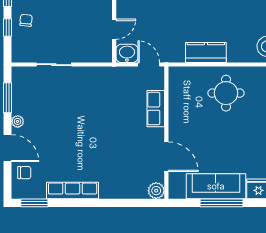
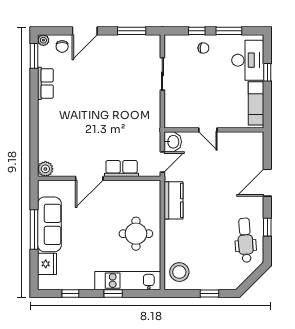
door: (114, 29) -> (208, 130), moved
kitchen counter: (206, 53) -> (174, 200), moved
plant: (18, 121) -> (43, 40), moved
door: (166, 157) -> (89, 178), moved
row of seats: (73, 191) -> (45, 83), width x0.68

